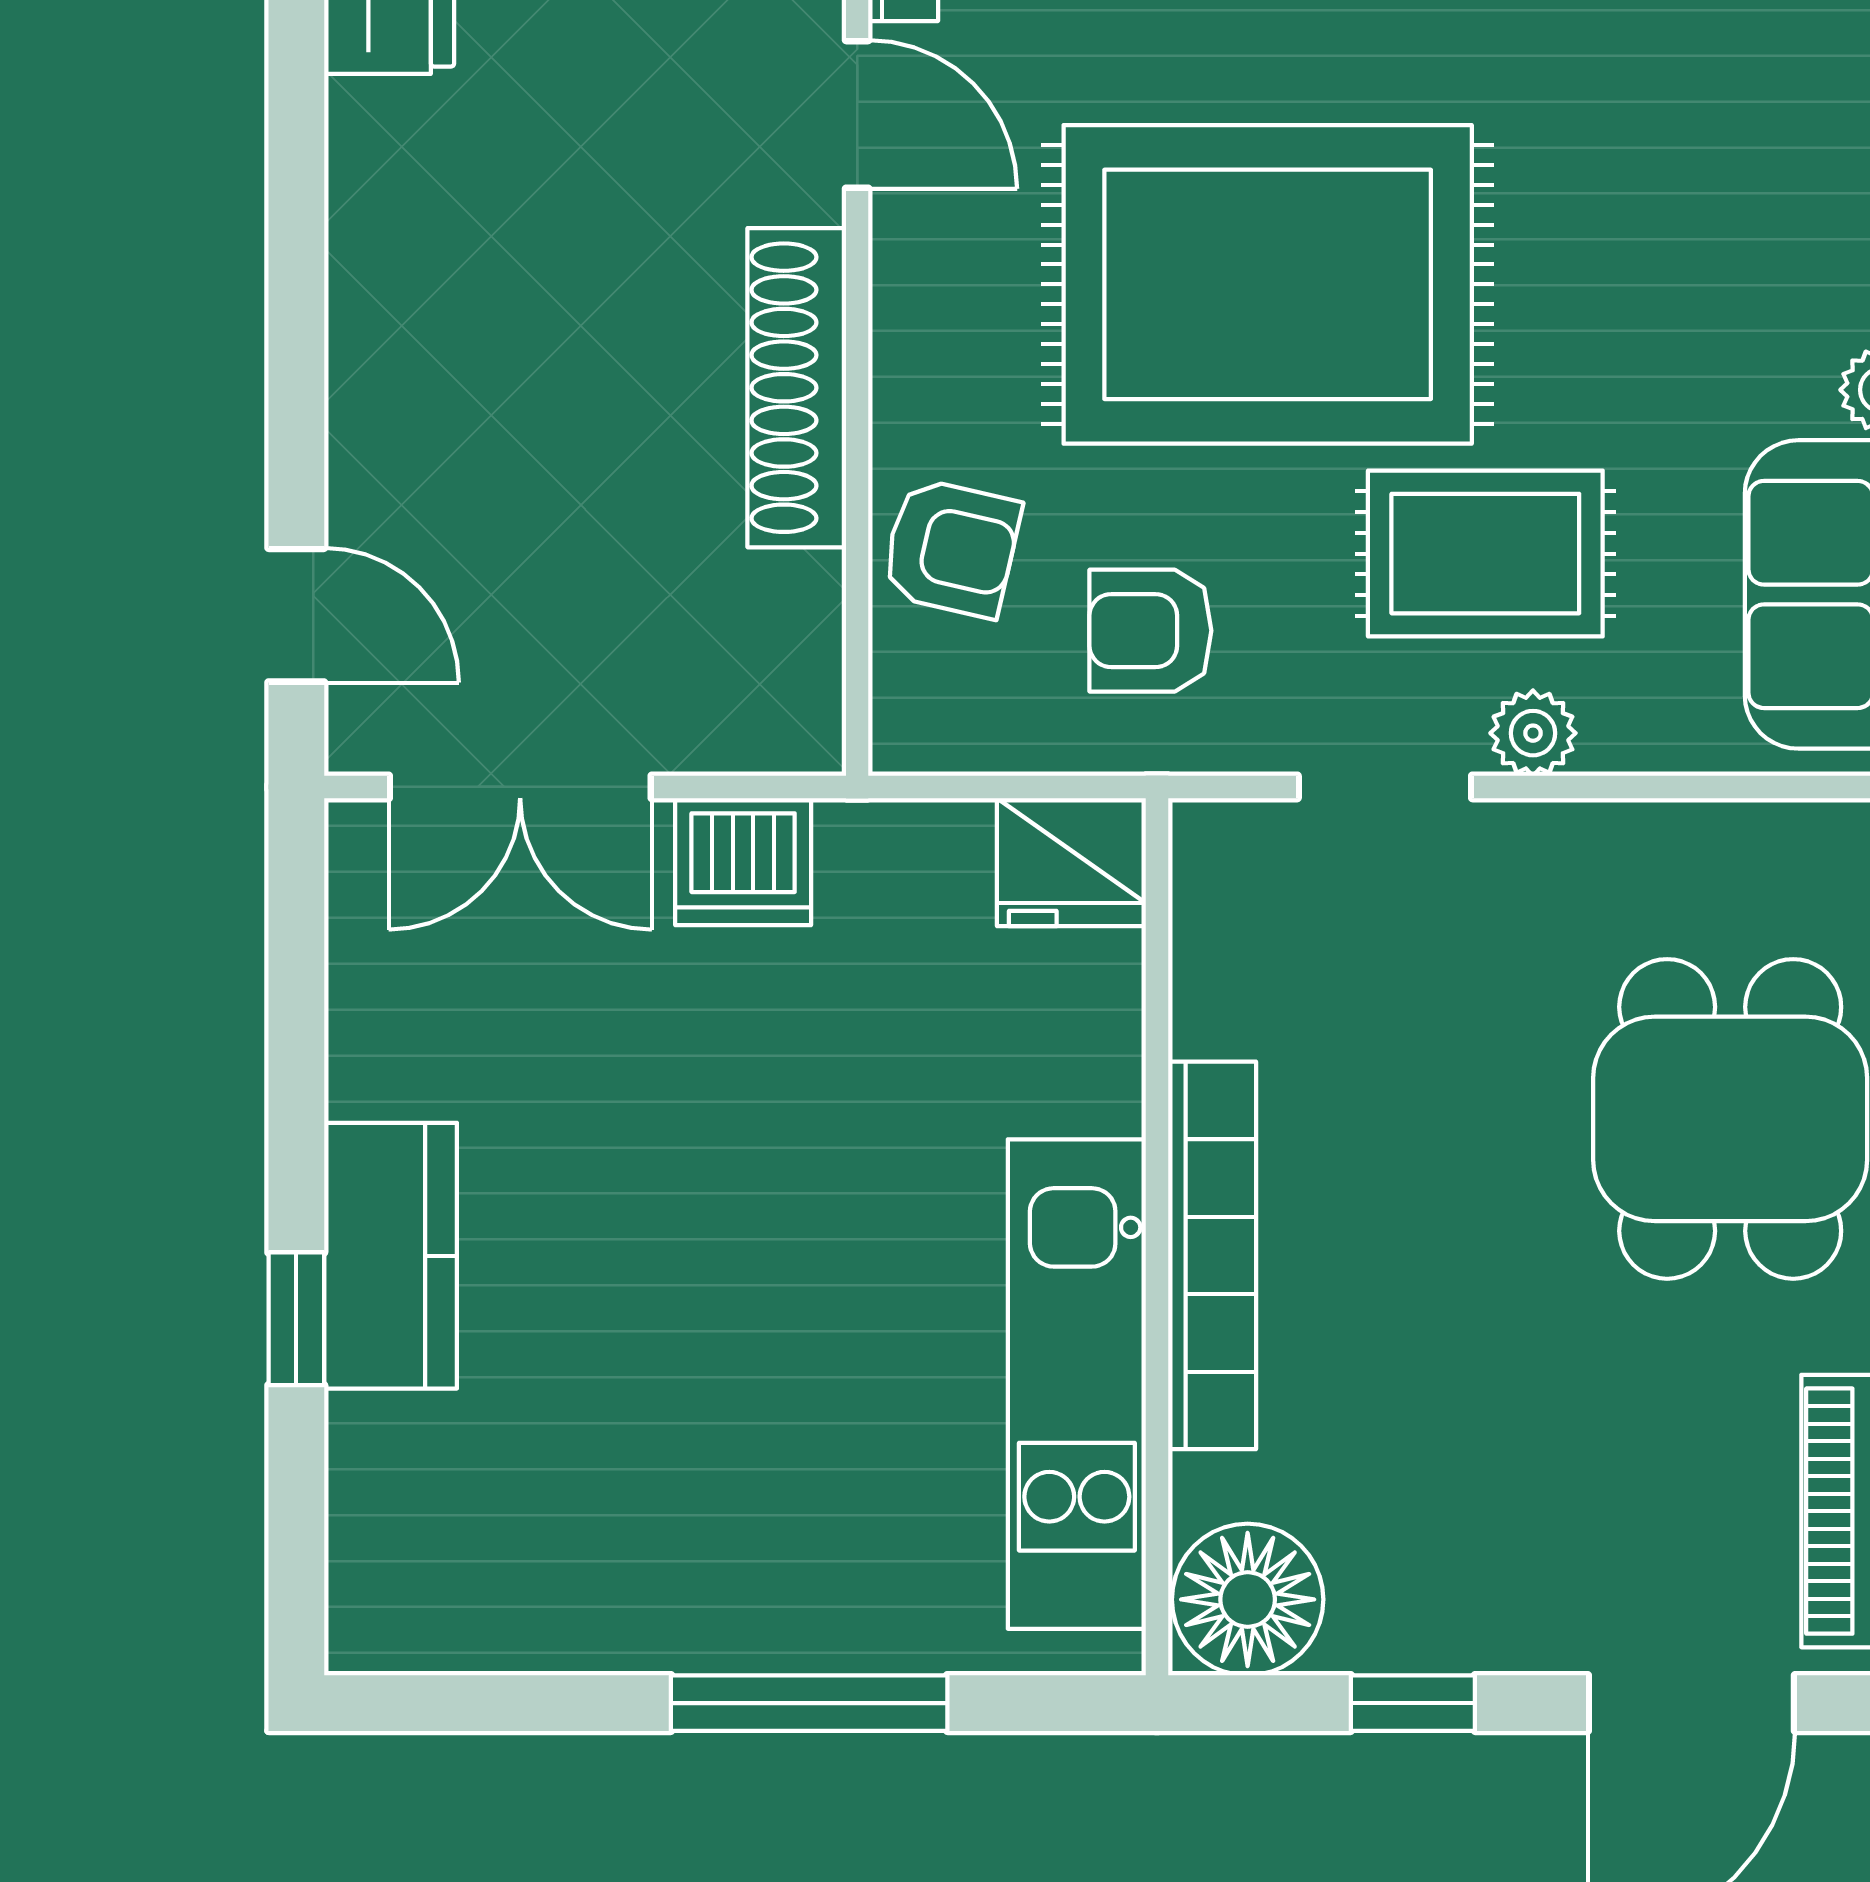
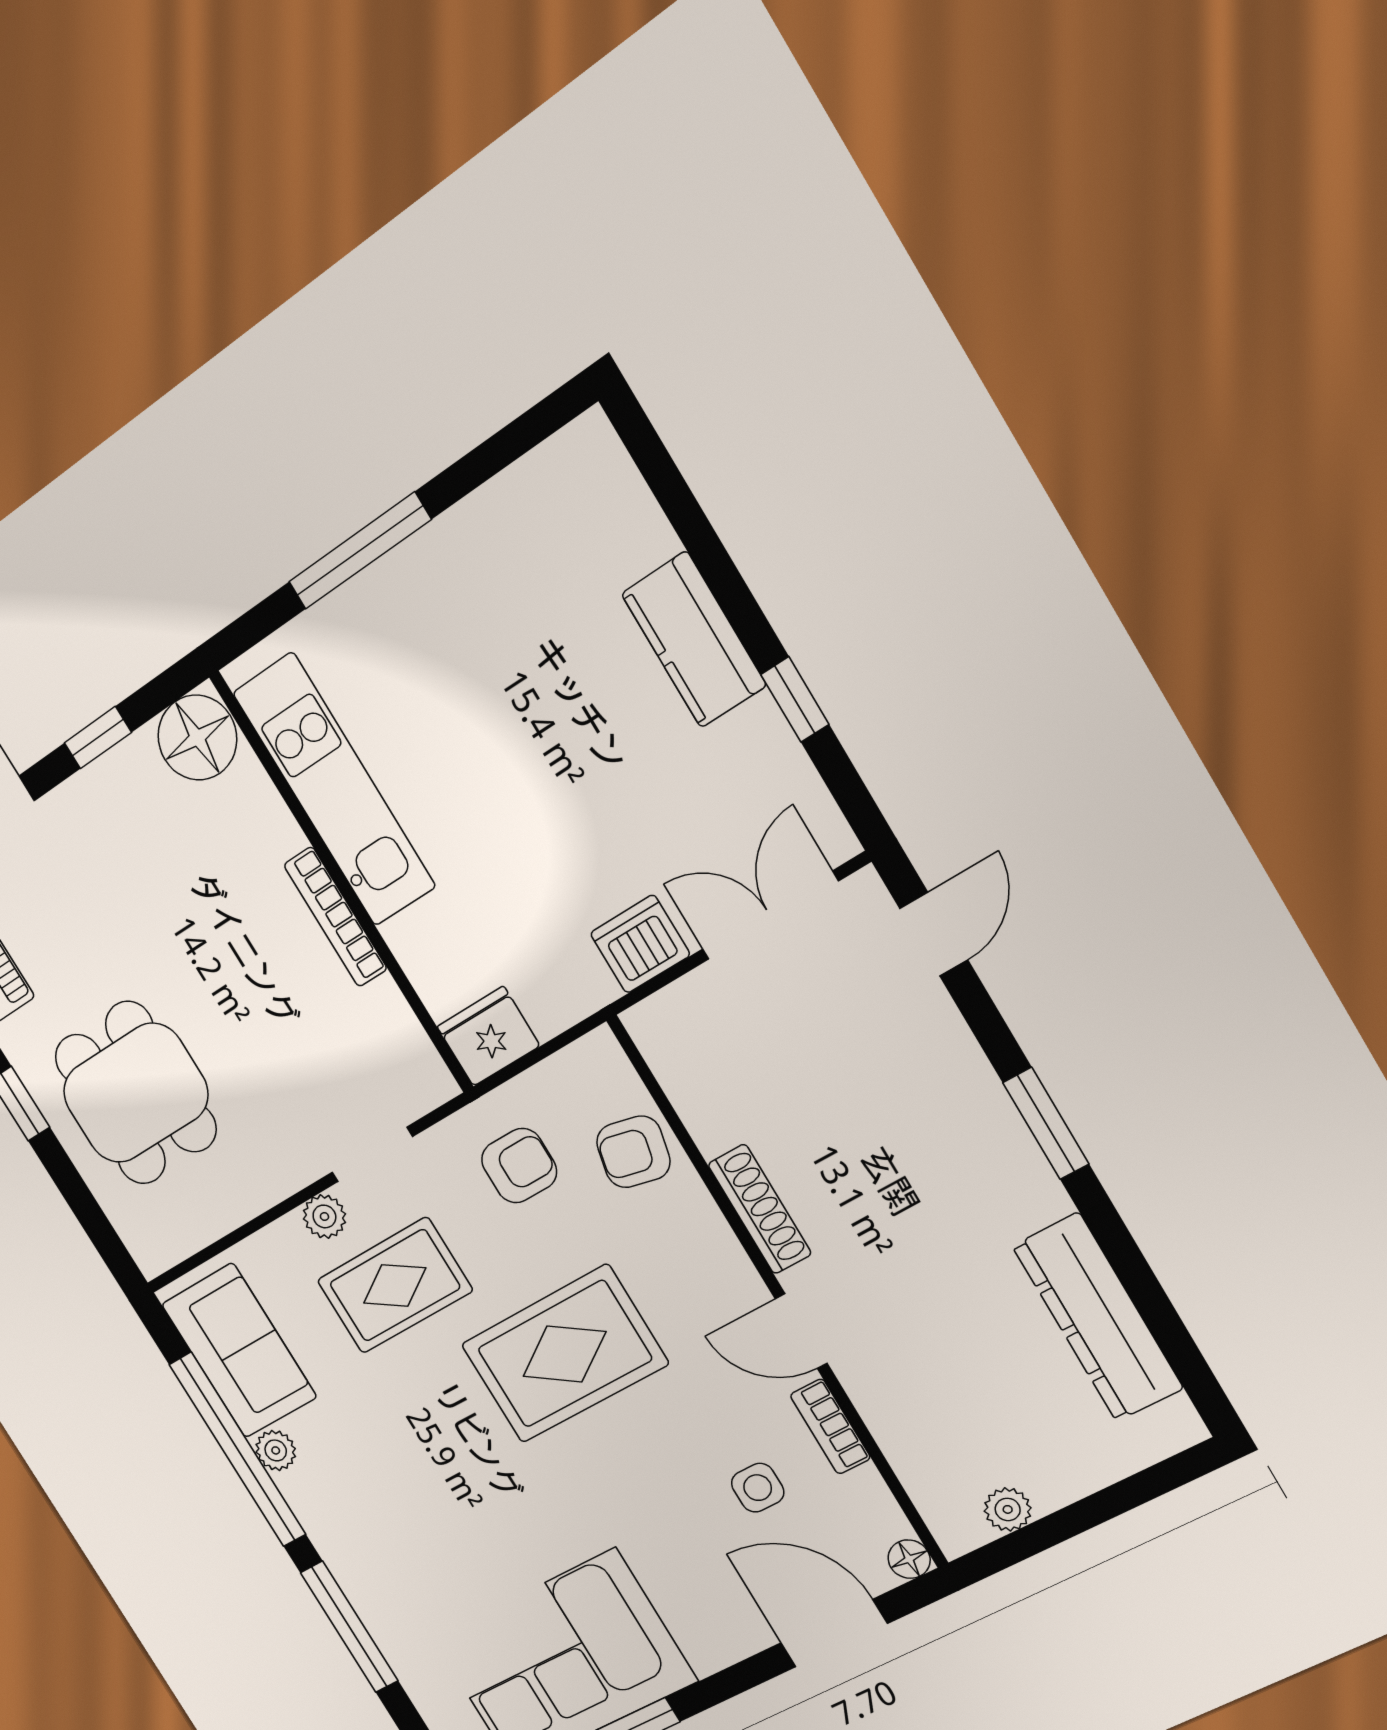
window: (296, 236) -> (1046, 1123), added
rug: (1268, 284) -> (564, 1354), width x0.73, depth x0.69
shoe rack: (797, 388) -> (760, 1209), width x0.74, depth x0.81
door: (296, 615) -> (934, 934), swing flipped
bookcase: (1212, 1255) -> (335, 917), width x0.68, depth x0.76
window: (296, 1319) -> (795, 699), moved

